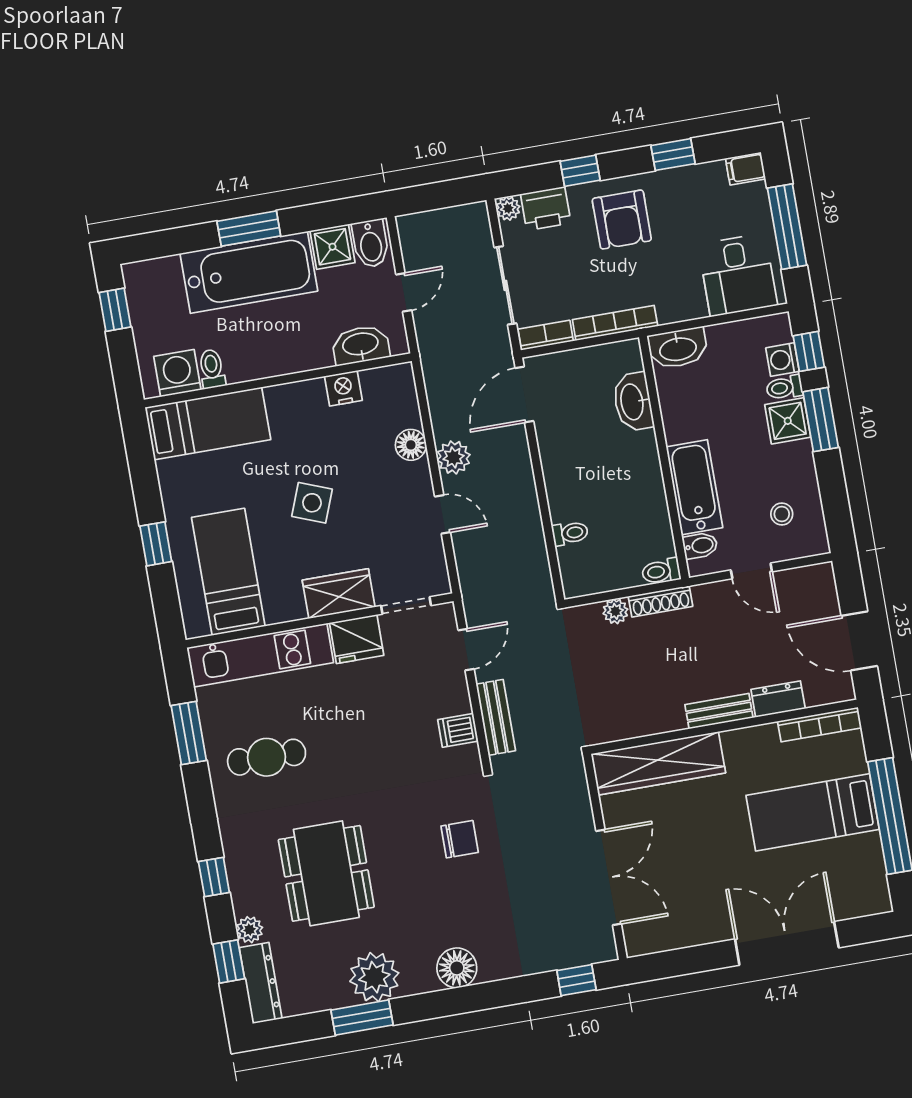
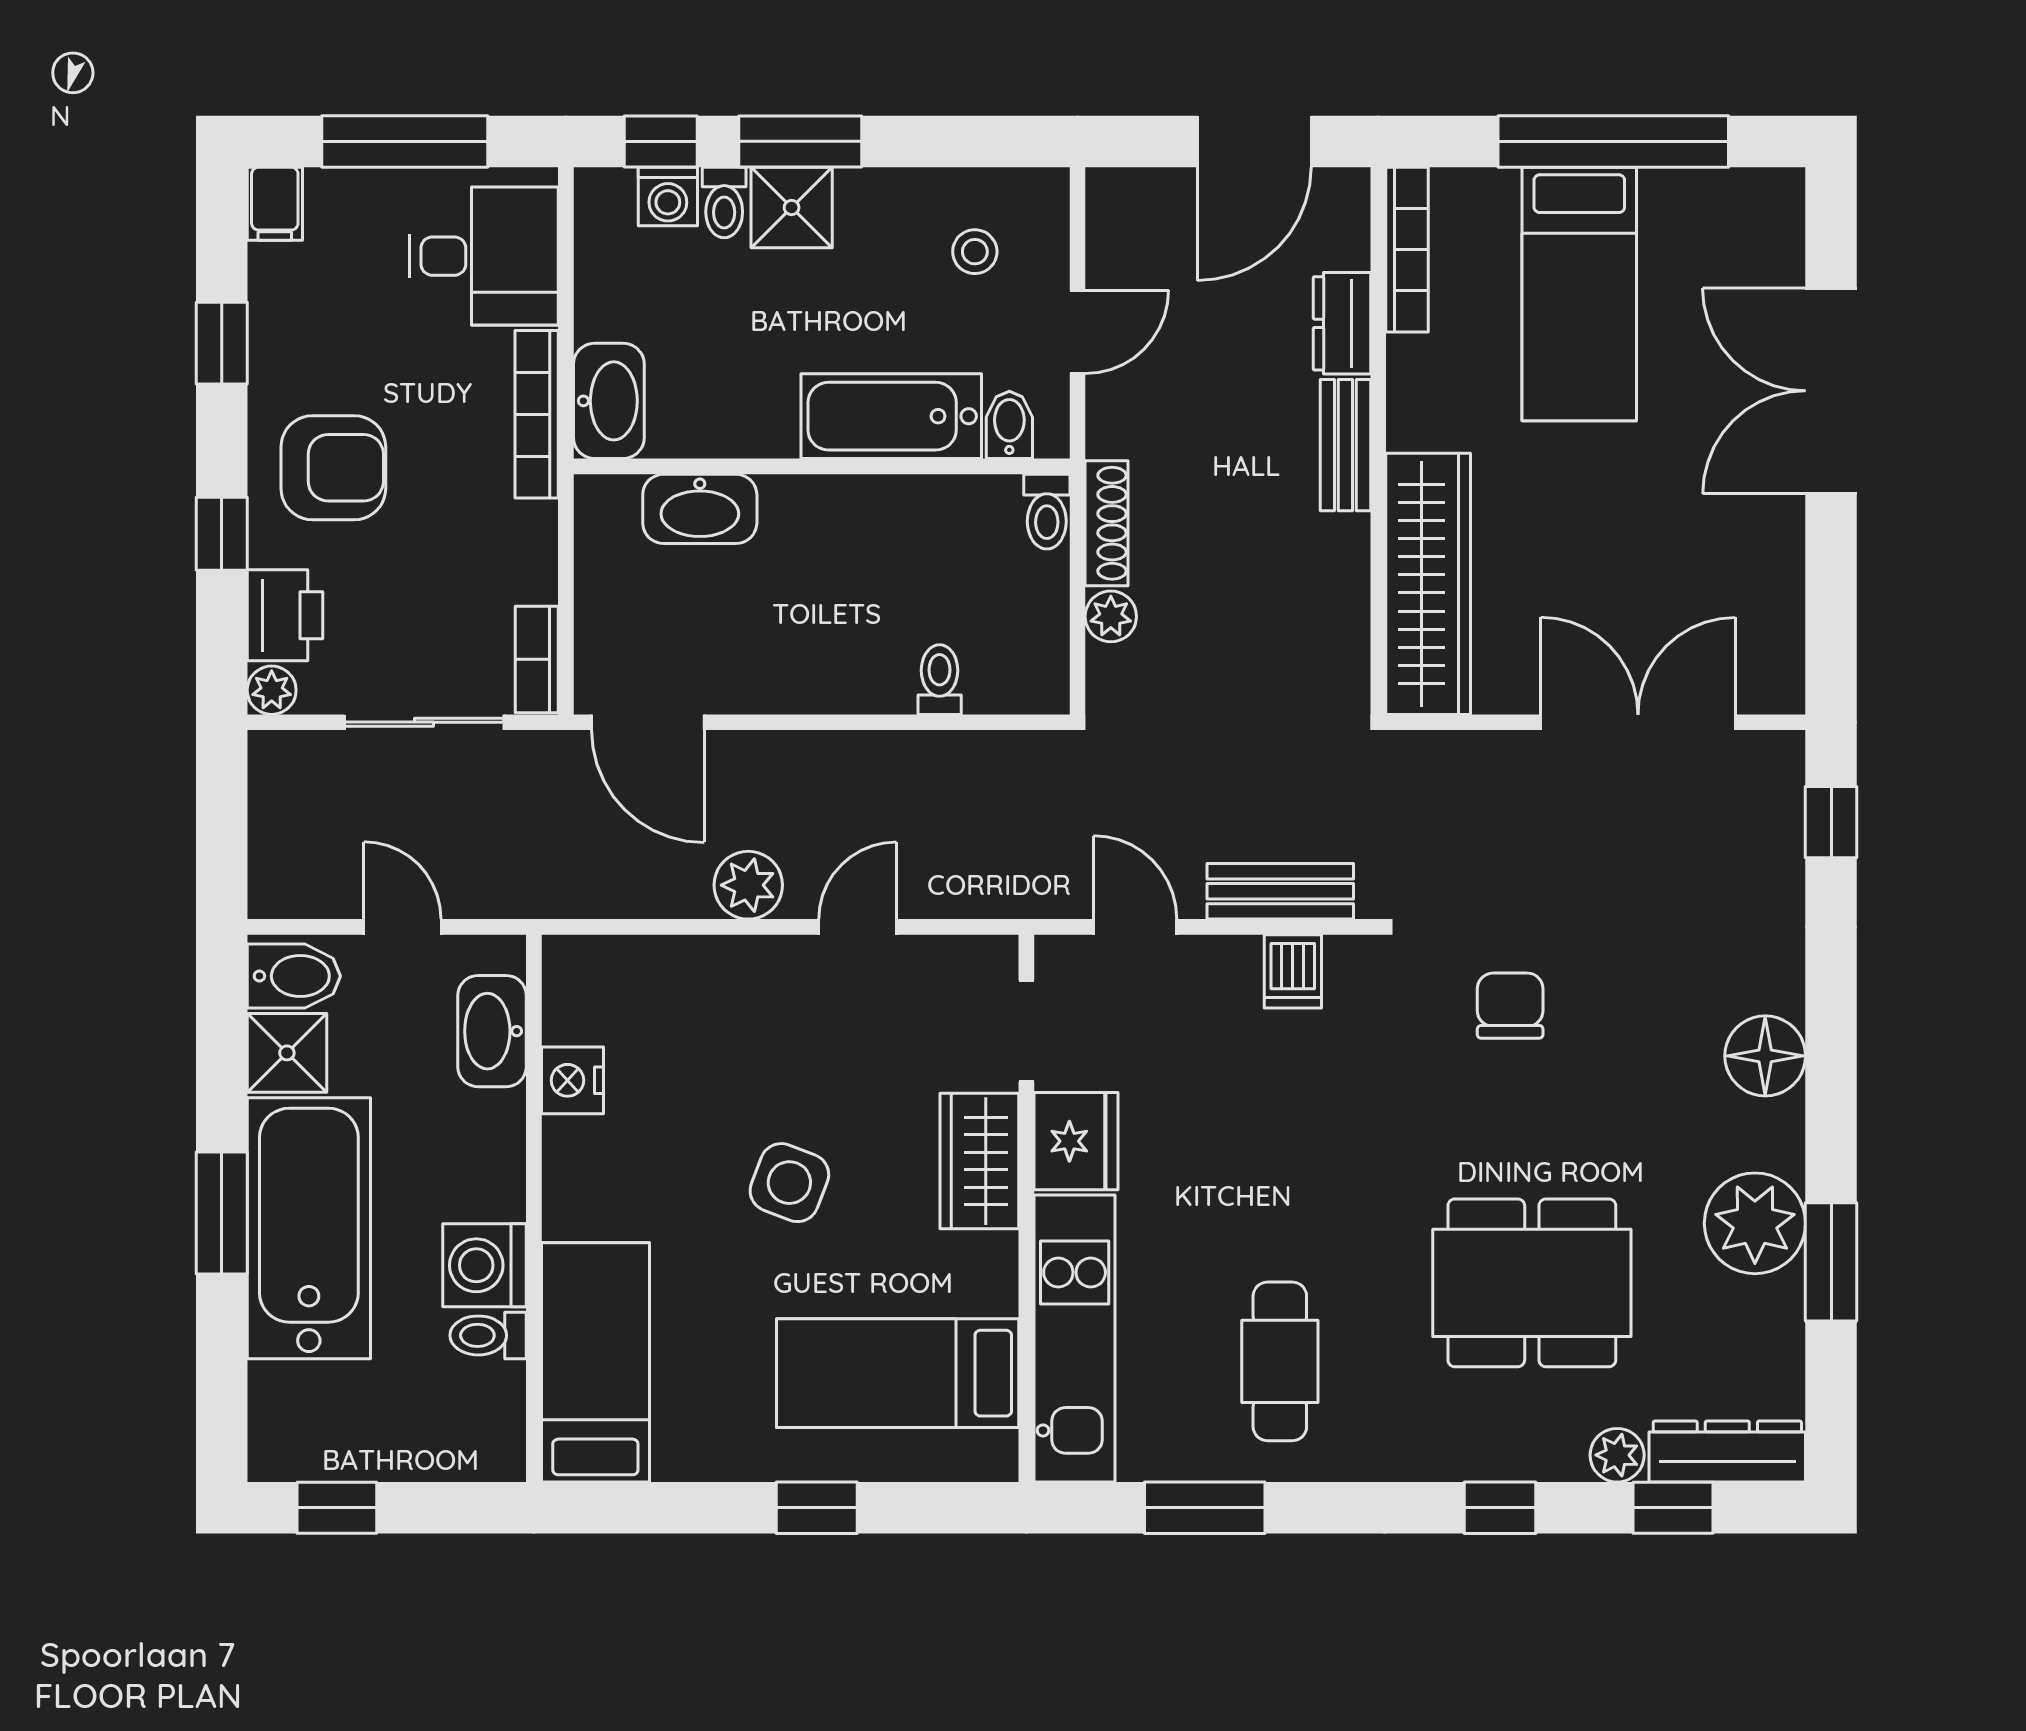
bookcase: (615, 323) -> (537, 414), moved
washing machine: (177, 373) -> (485, 1265), moved
floor lamp: (411, 445) -> (708, 966), removed

